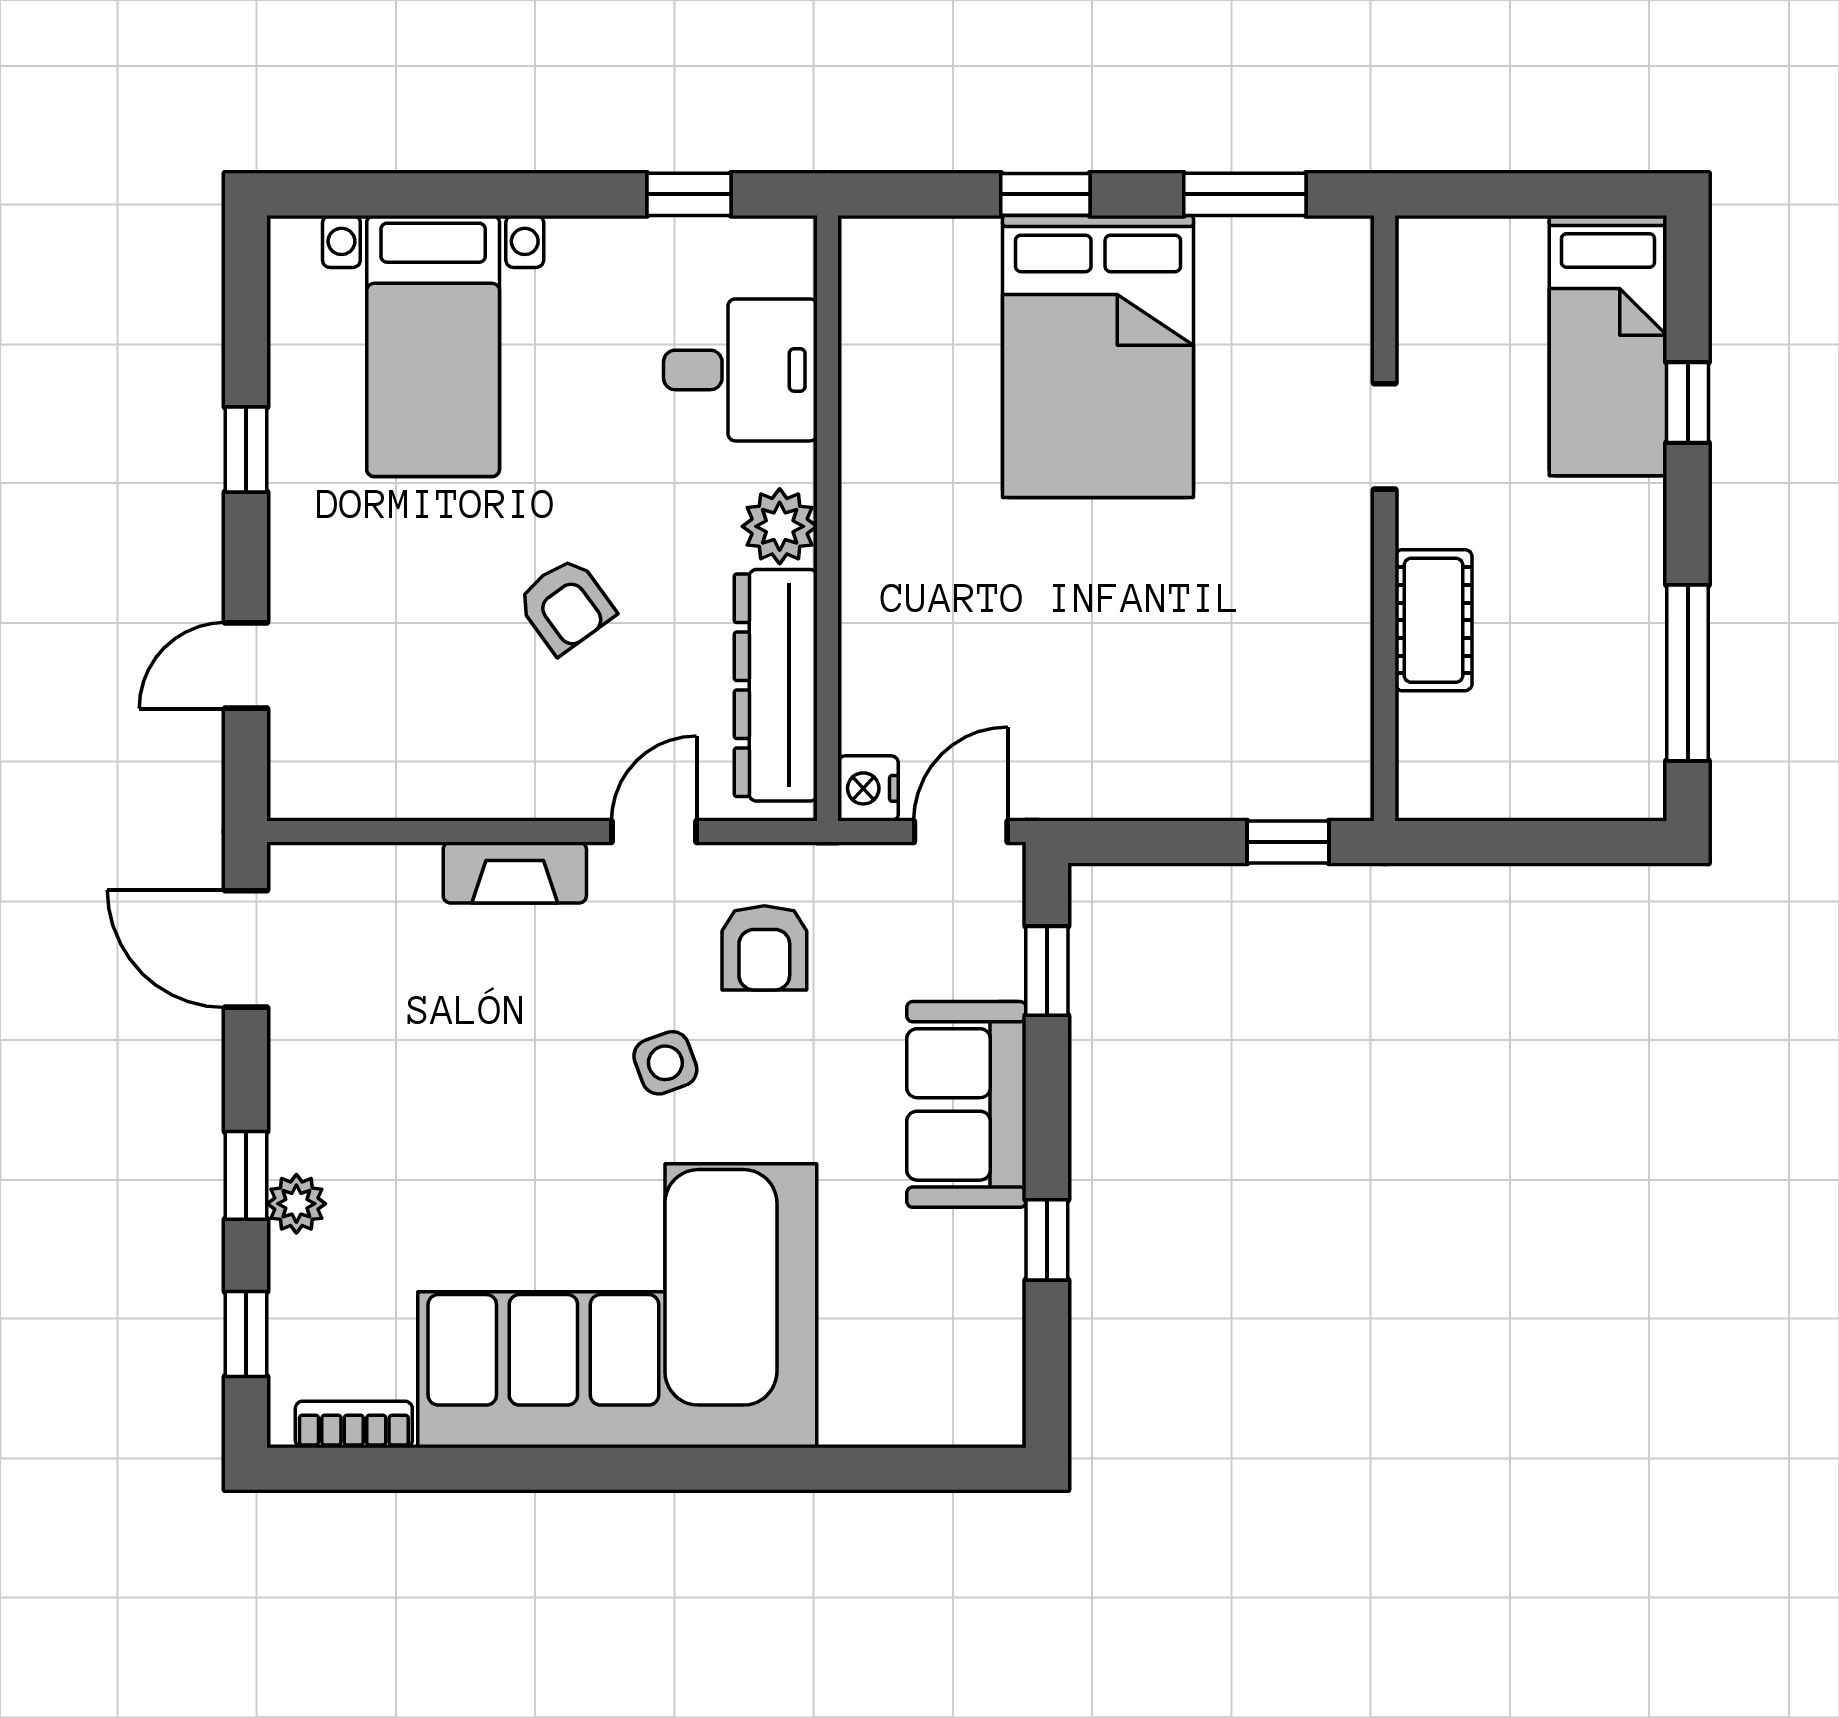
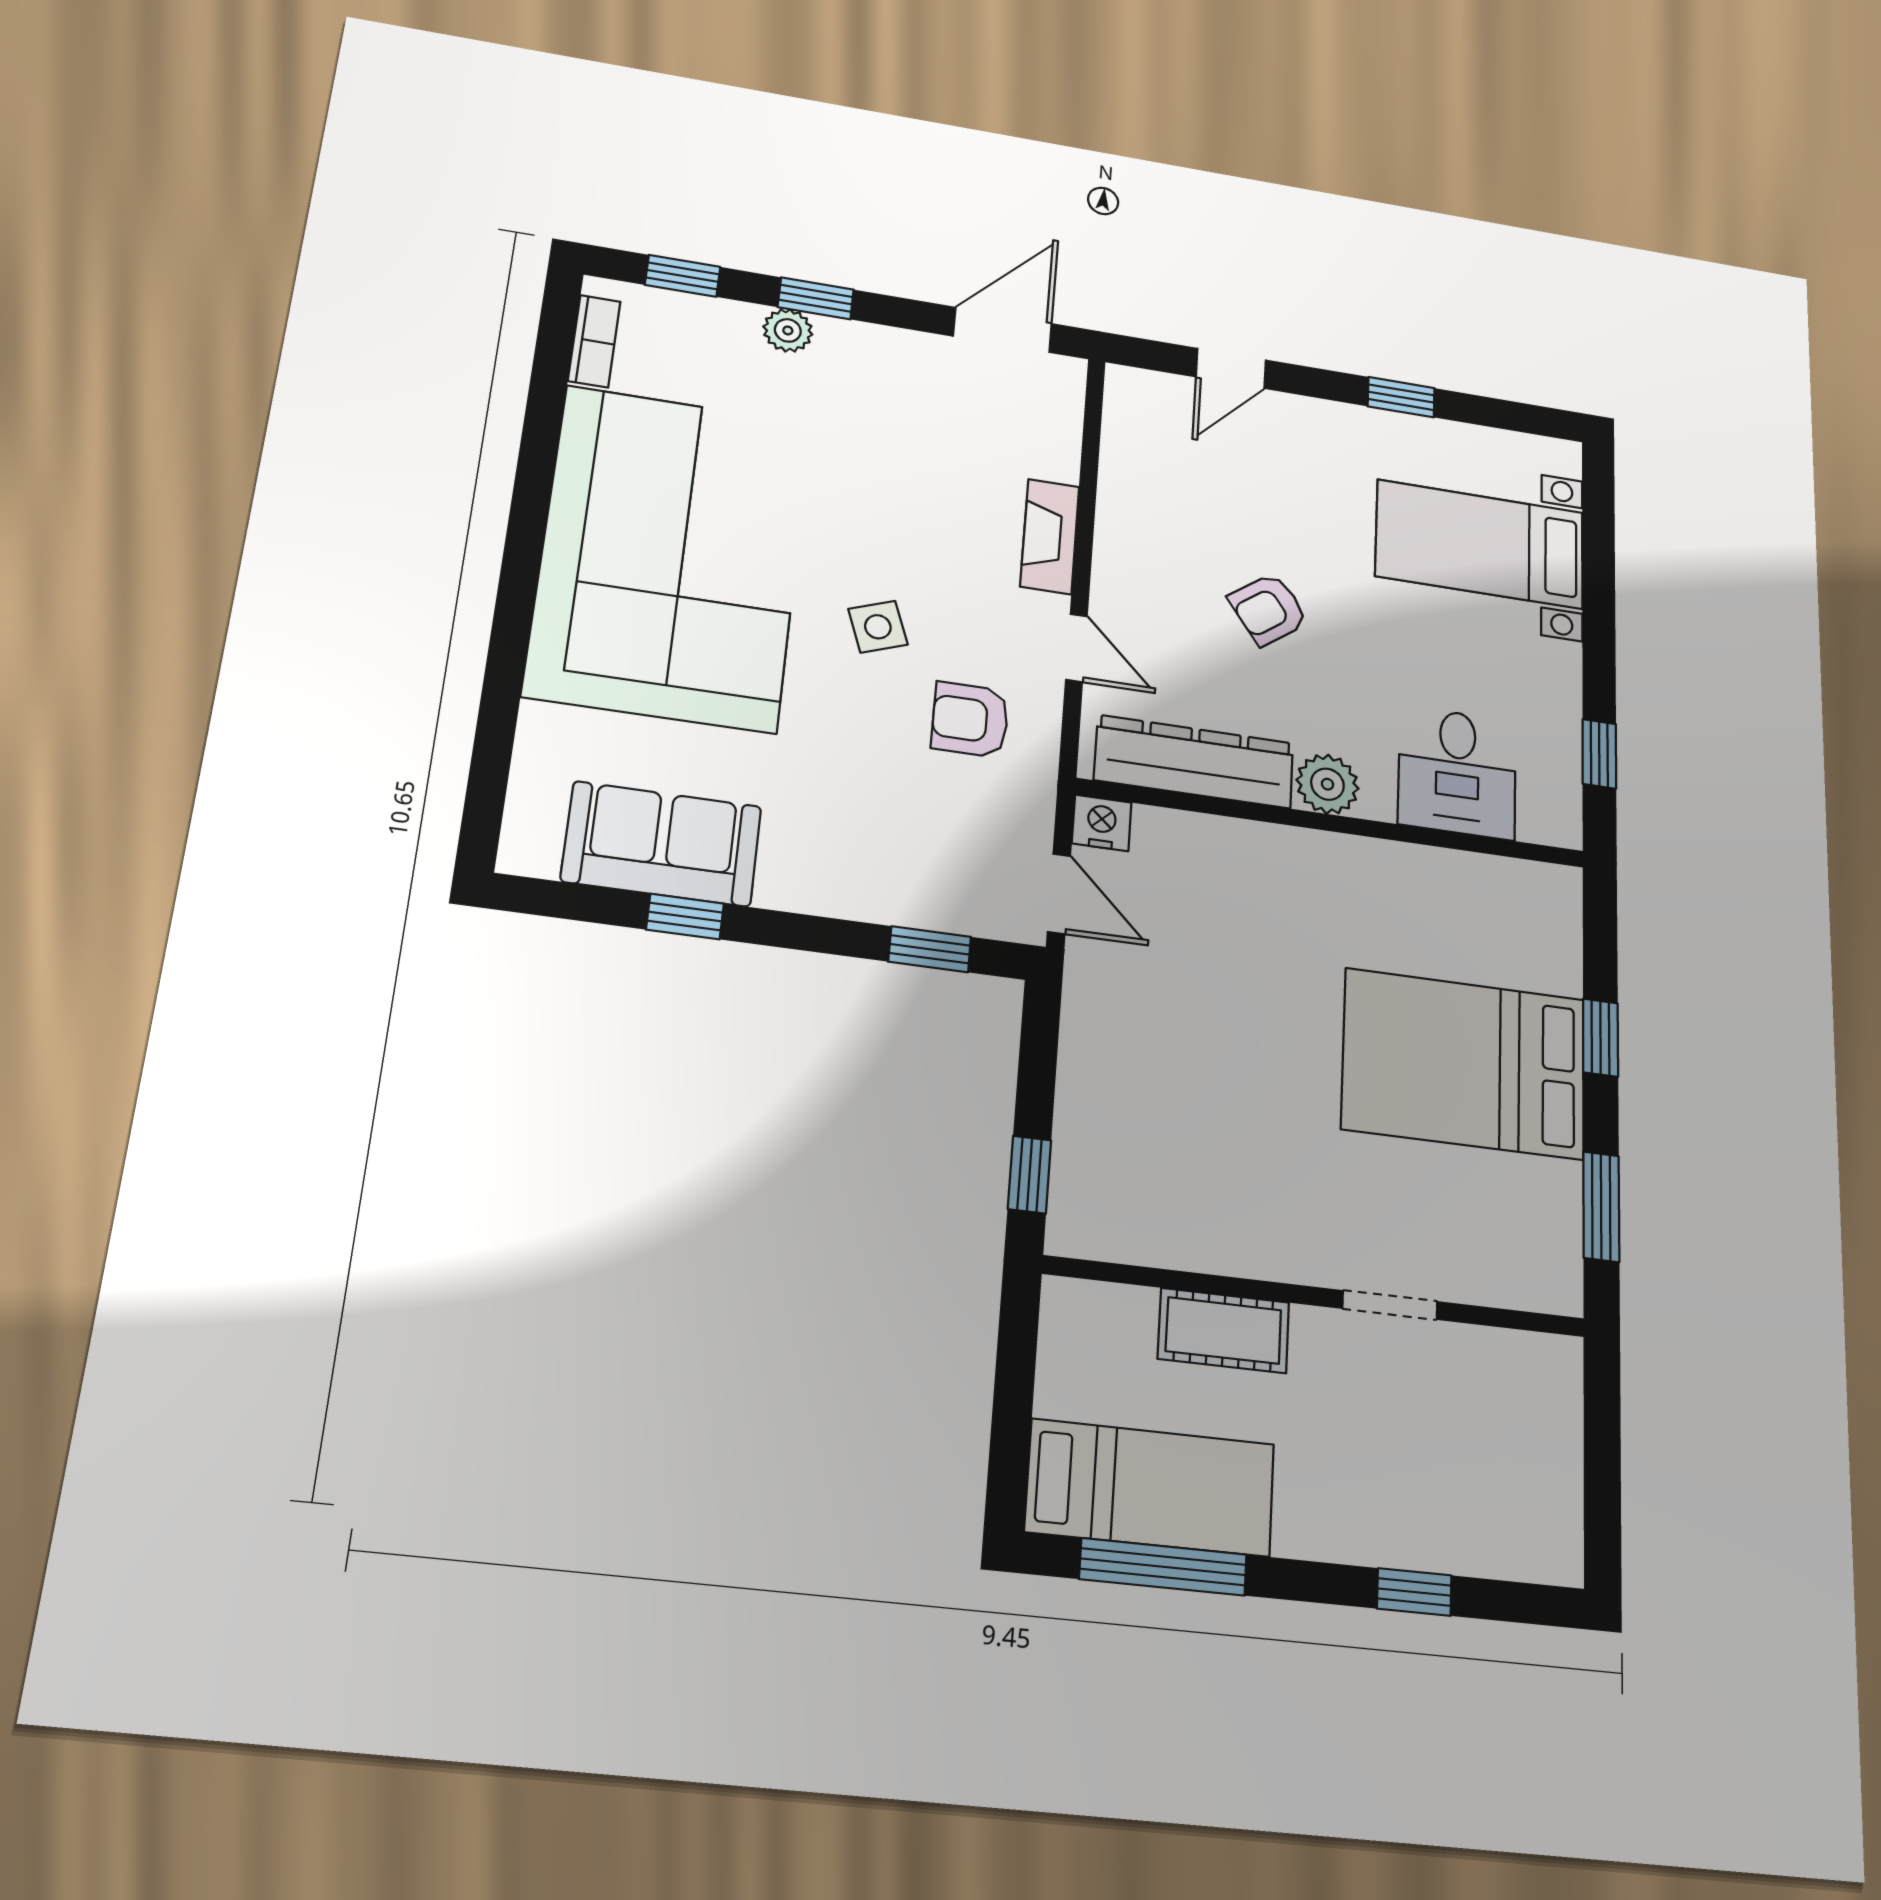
bed: (1608, 346) -> (1150, 1488), moved, turned 180
door: (246, 665) -> (1231, 368), swing flipped
sofa: (966, 1104) -> (662, 844), moved

